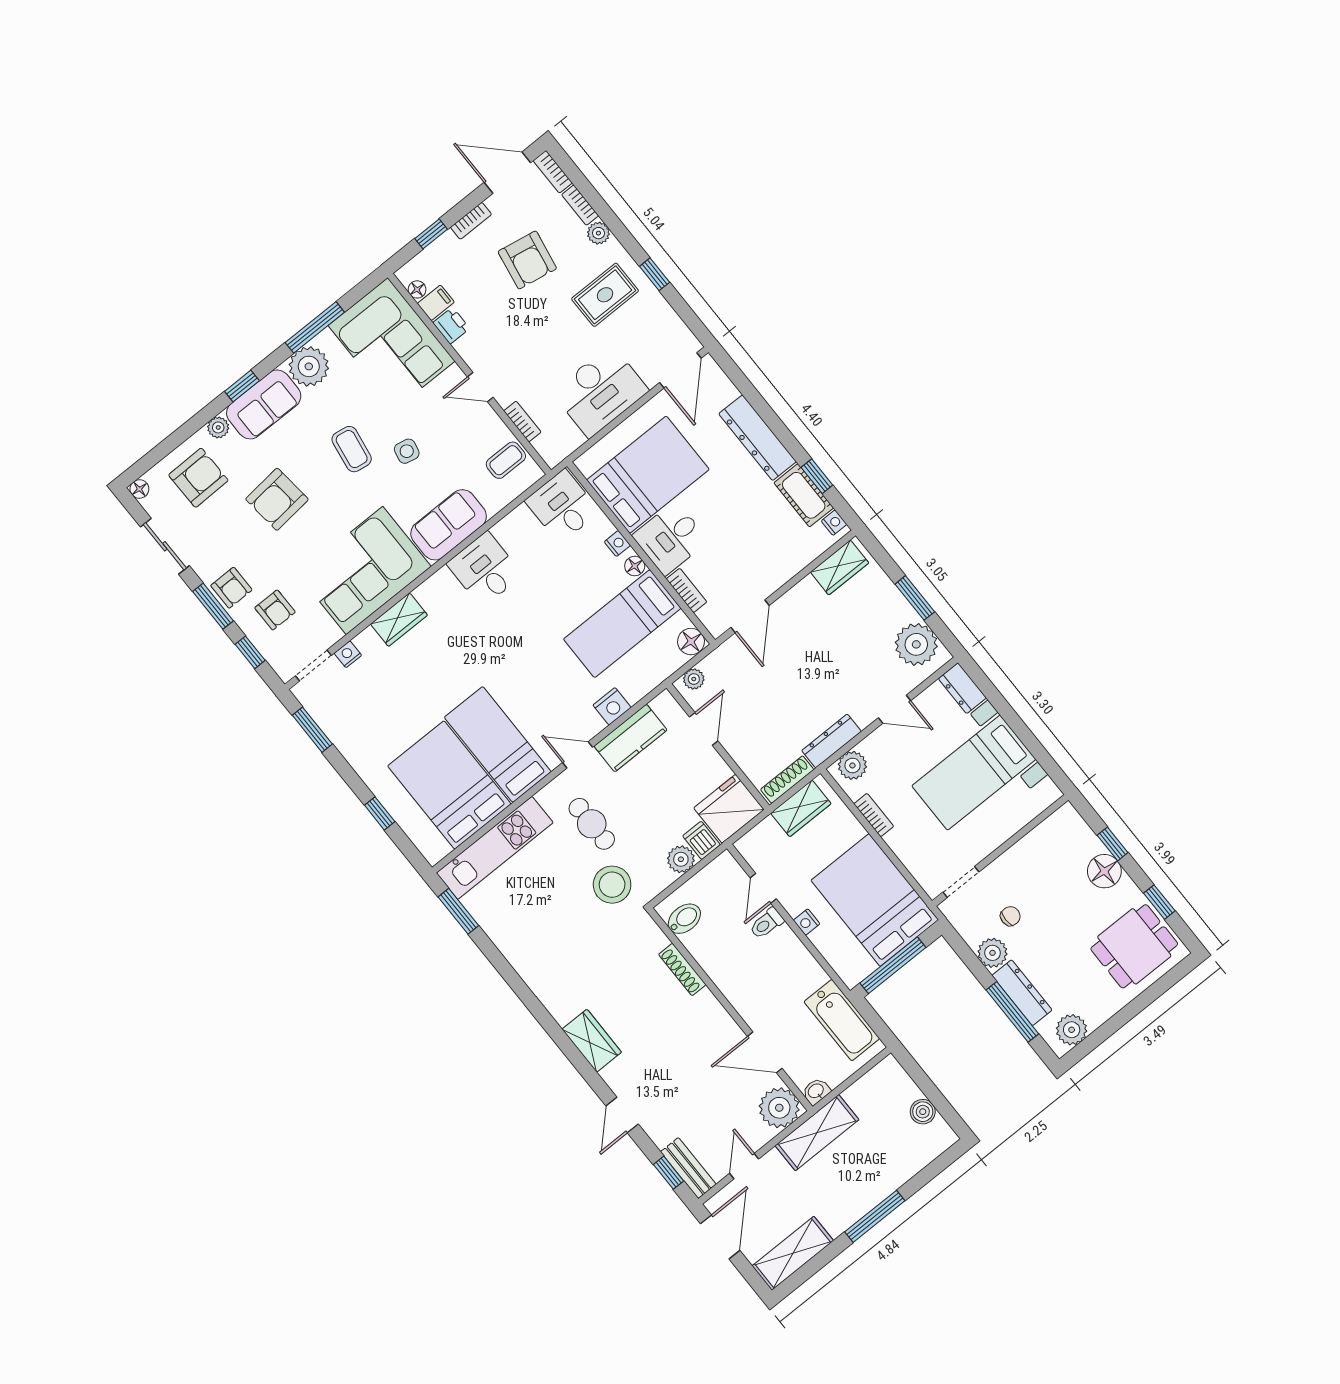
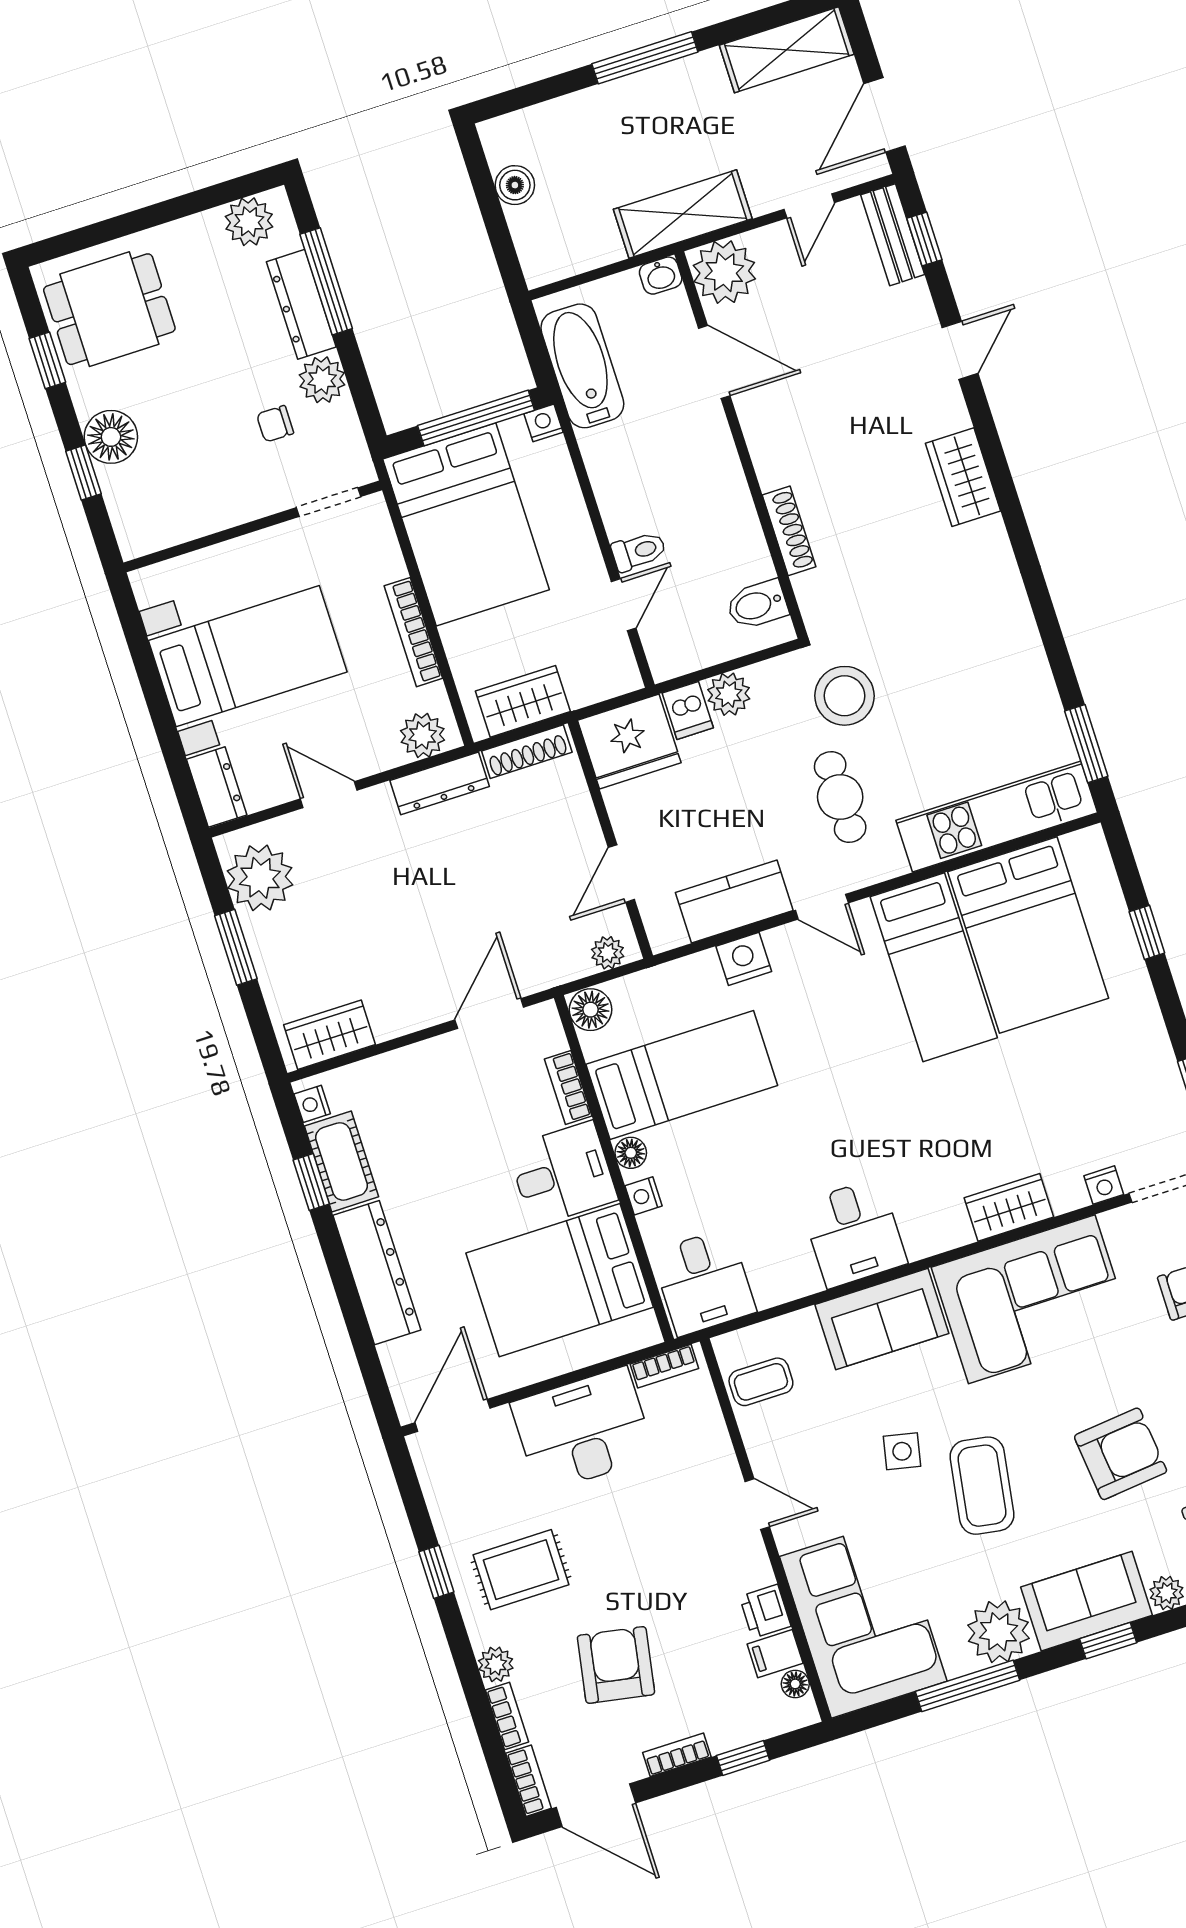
bookcase: (522, 421) -> (664, 1366), moved, turned -90
coffee table: (352, 449) -> (982, 1486), width x1.36, depth x1.30
bookcase: (874, 815) -> (413, 632), width x1.56
nightstand: (807, 922) -> (543, 423), moved, turned -90

